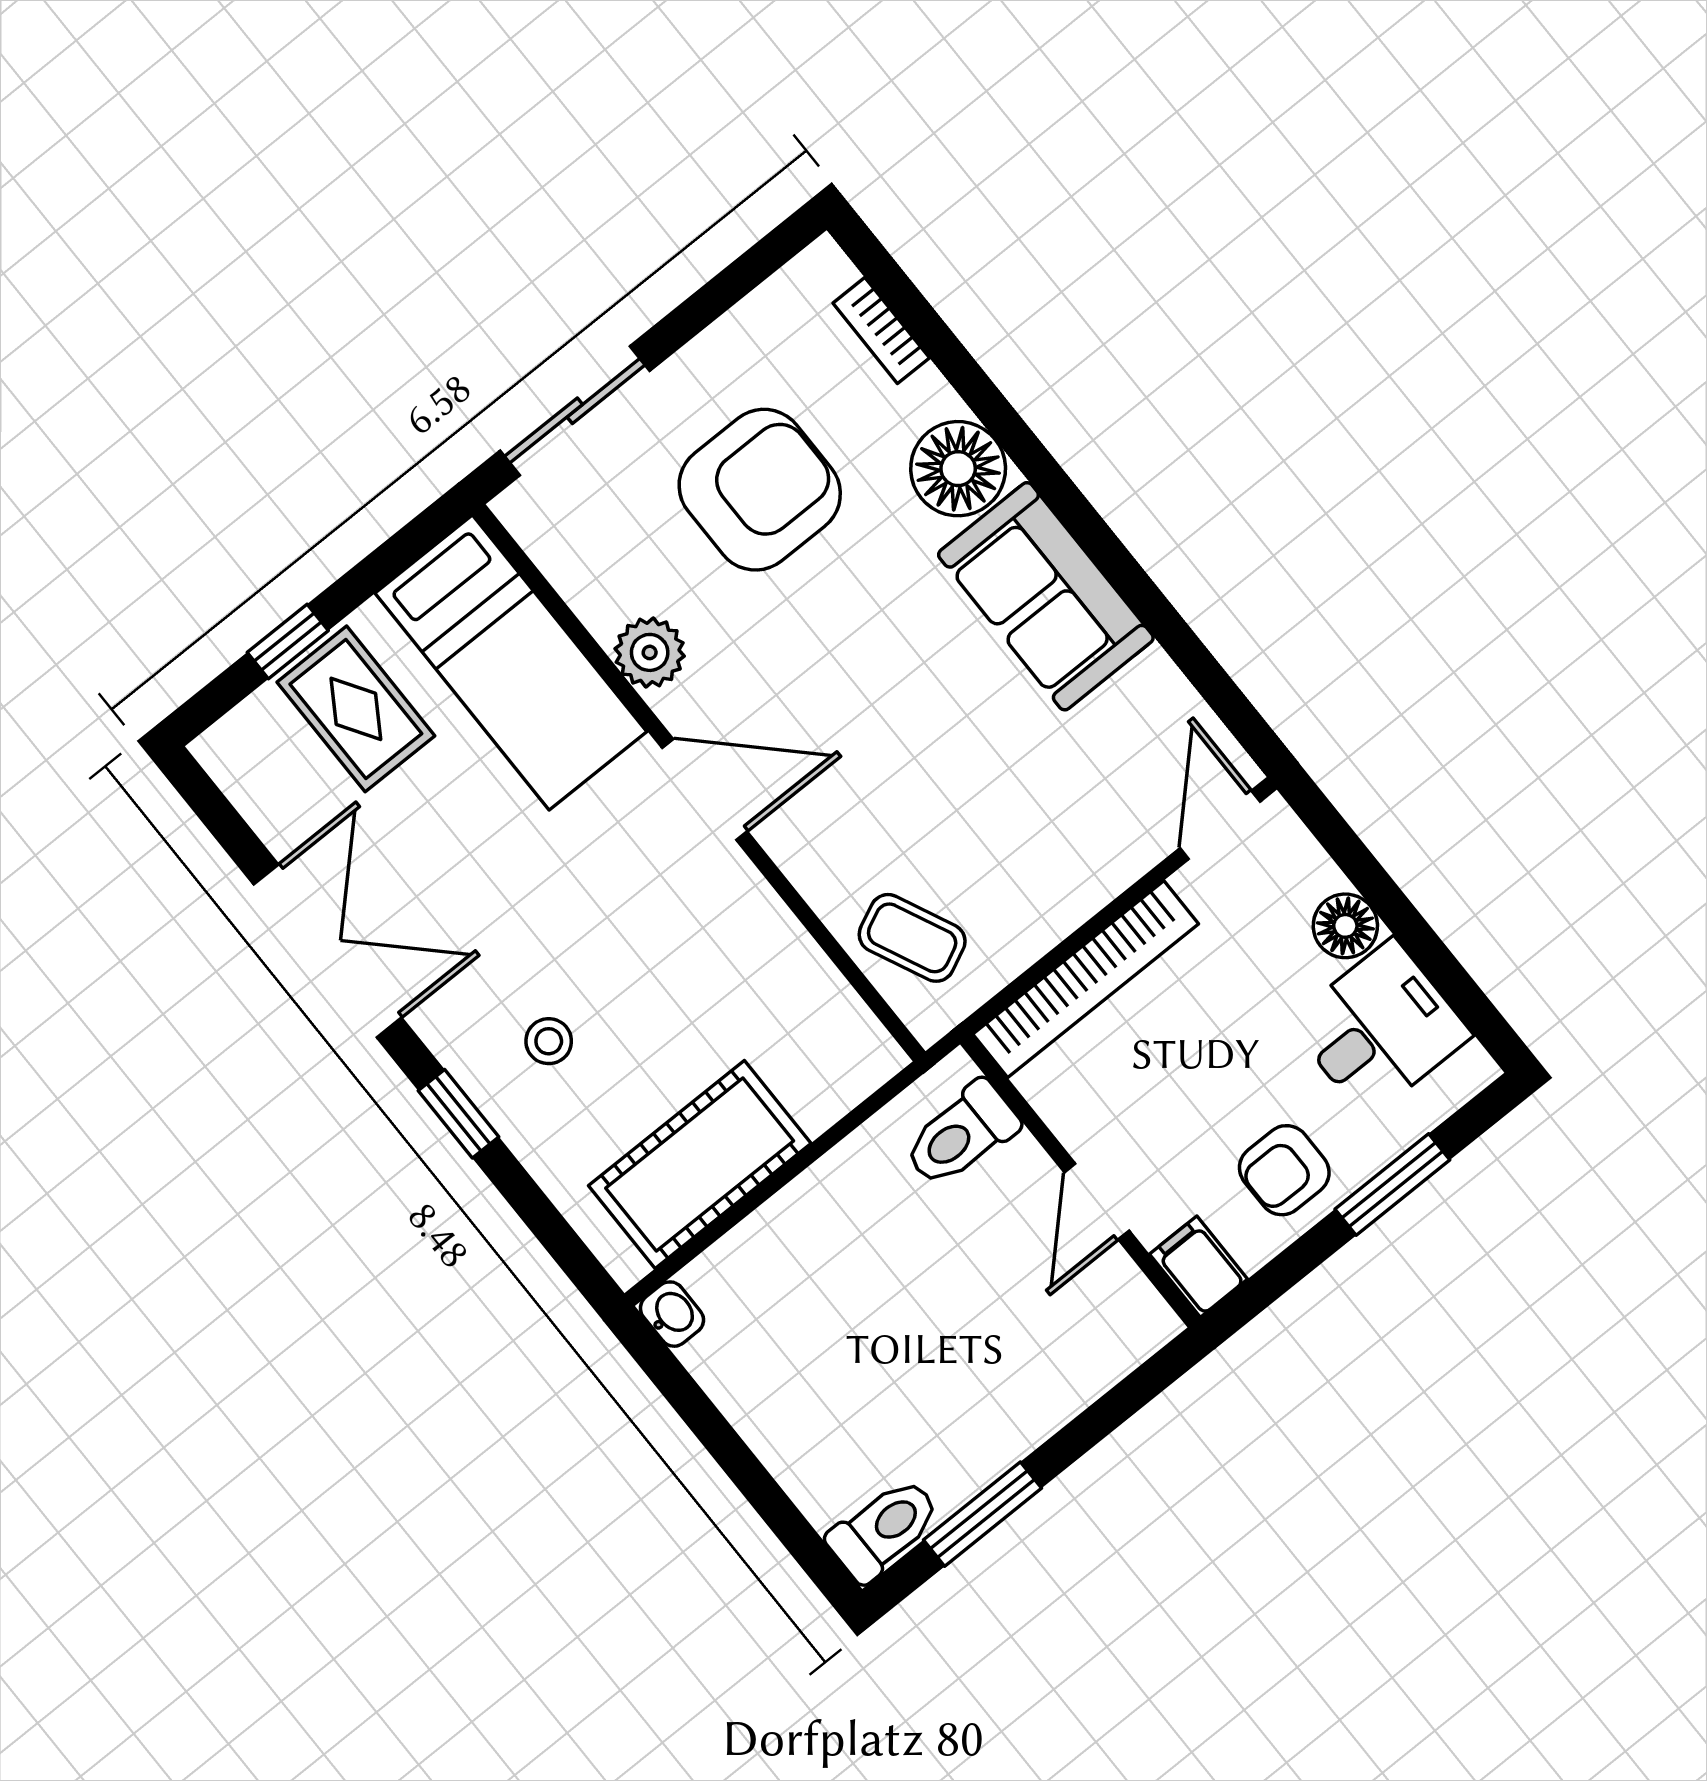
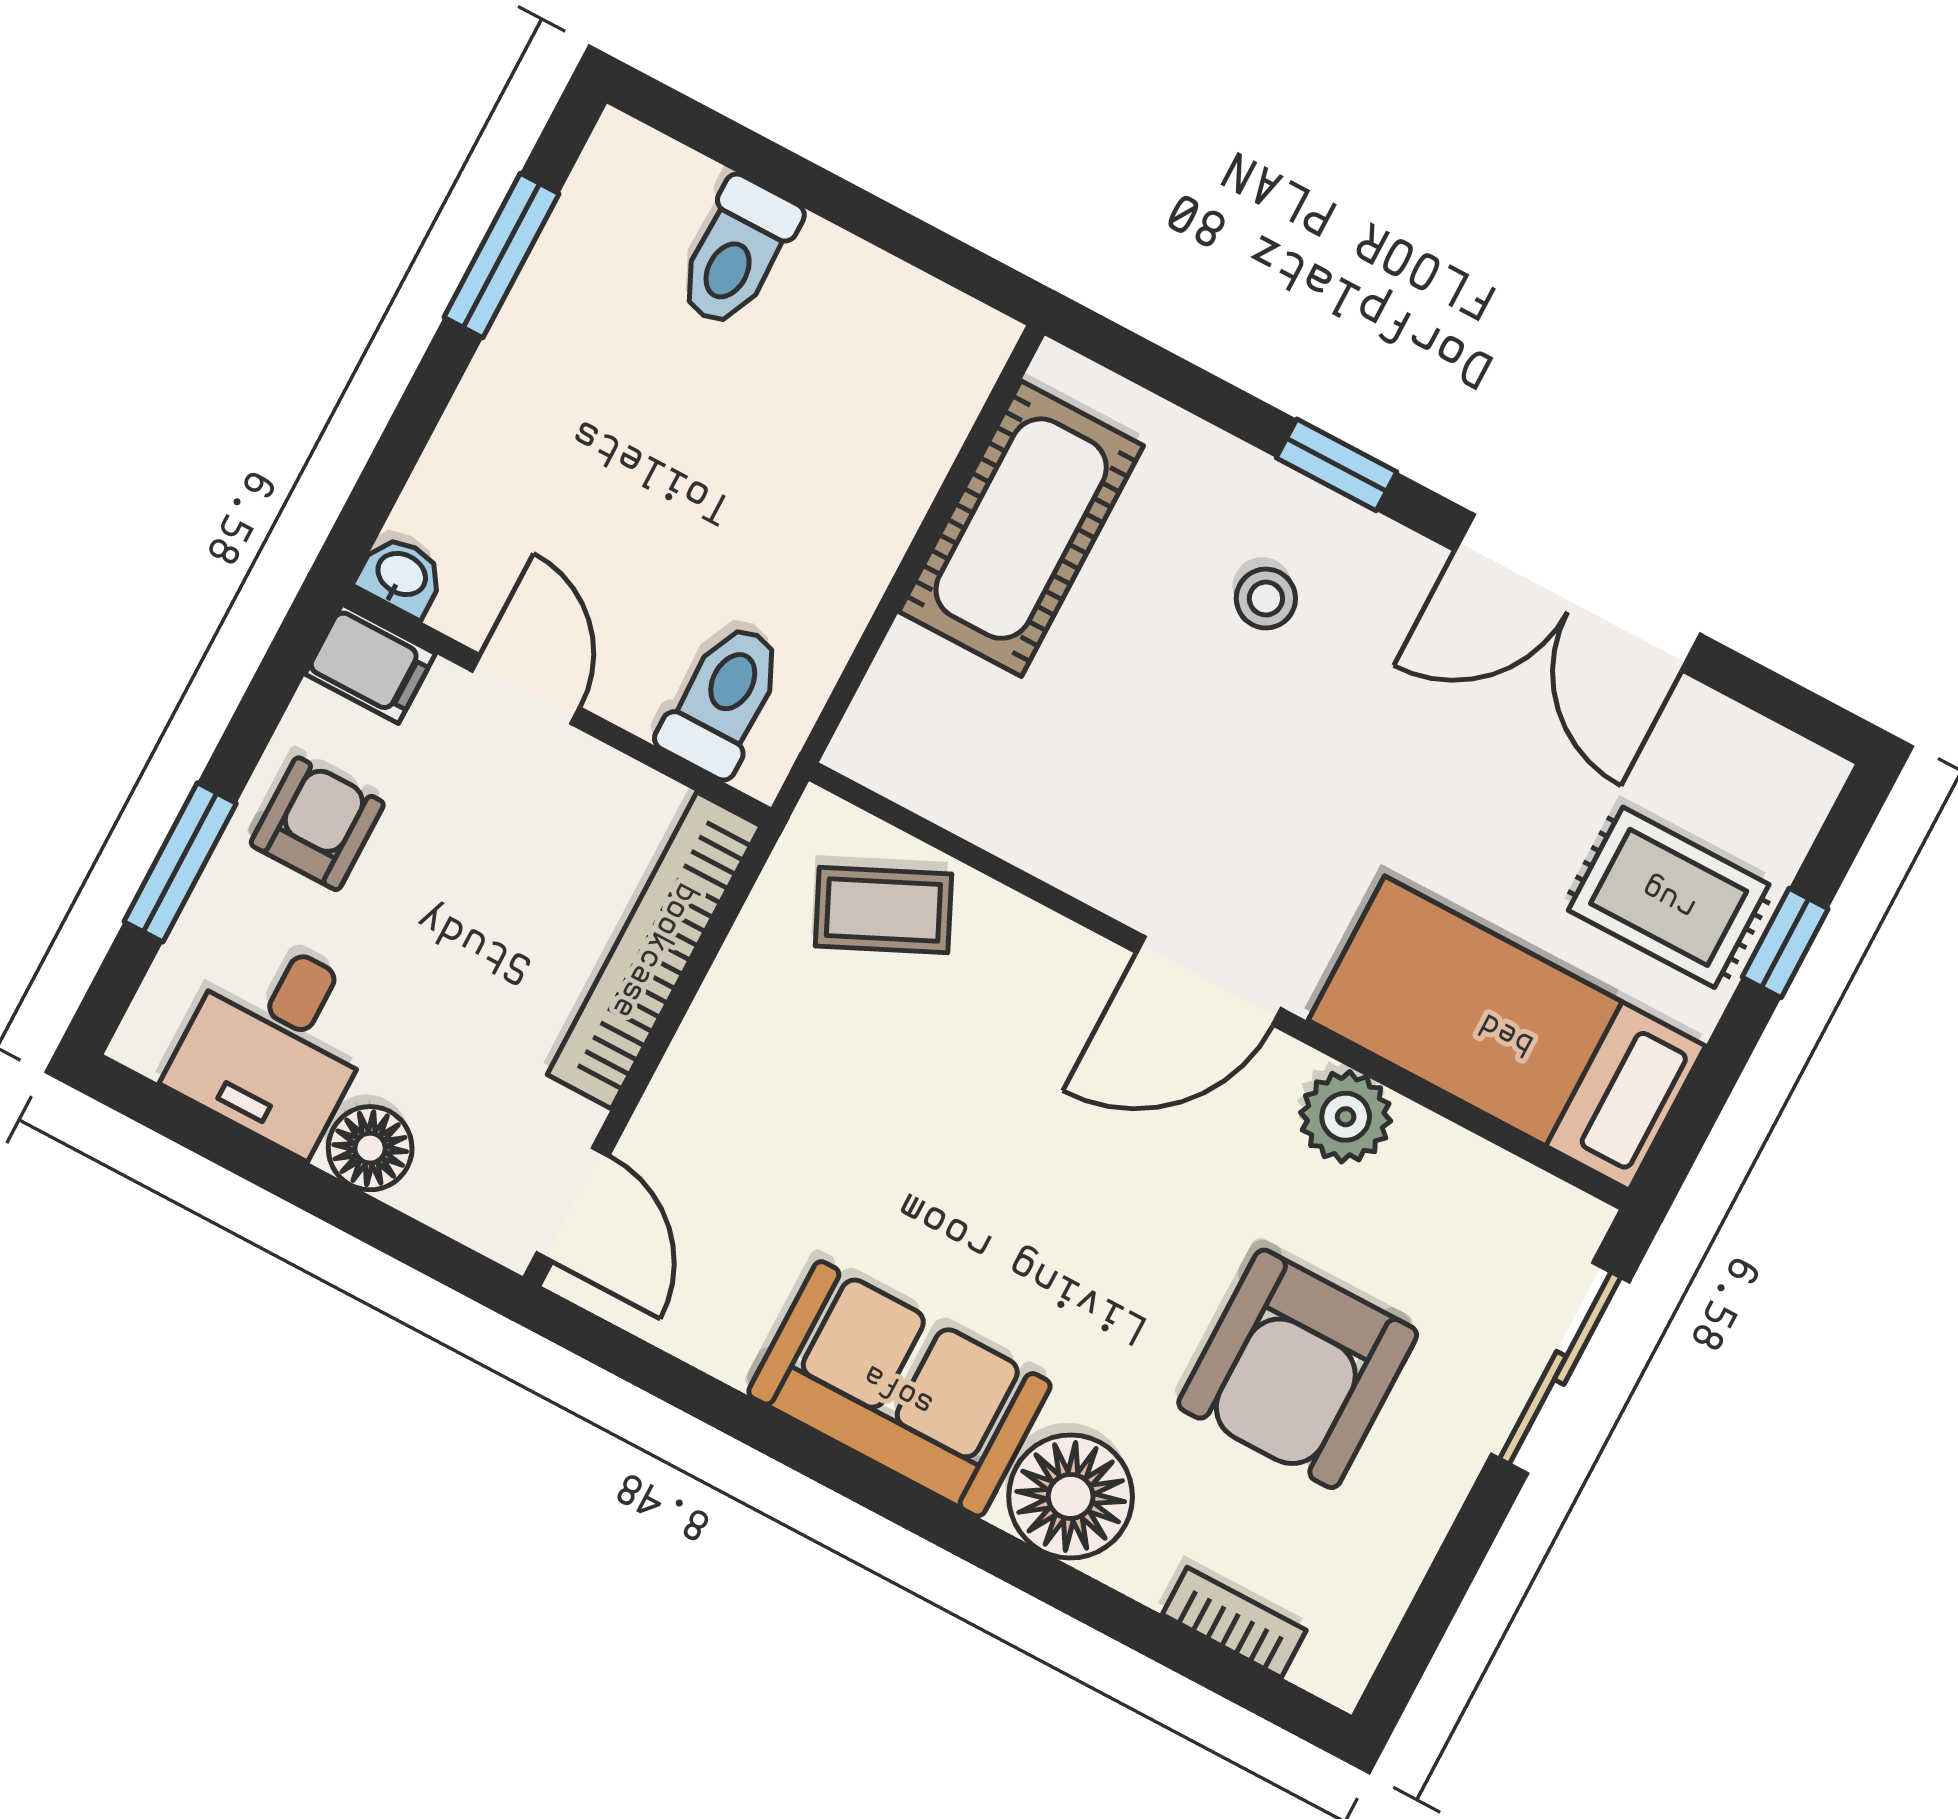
washbasin: (672, 1314) -> (401, 576), moved, turned 180
toilet: (884, 1529) -> (737, 253), moved

